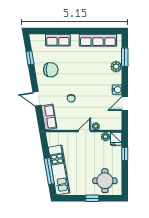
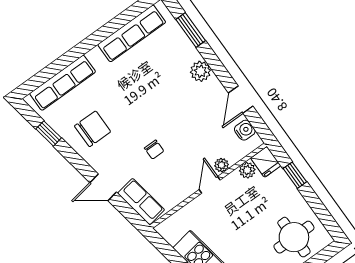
row of seats: (58, 40) -> (63, 83), width x1.48
plant: (116, 67) -> (200, 71), moved
water cooler: (117, 90) -> (245, 130), moved

